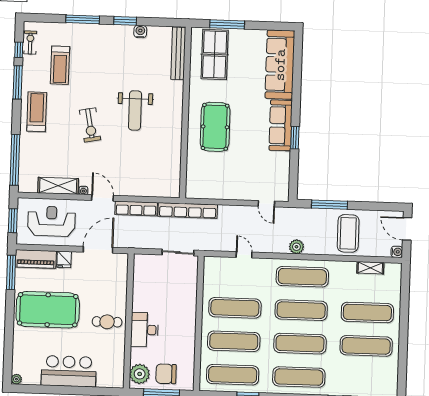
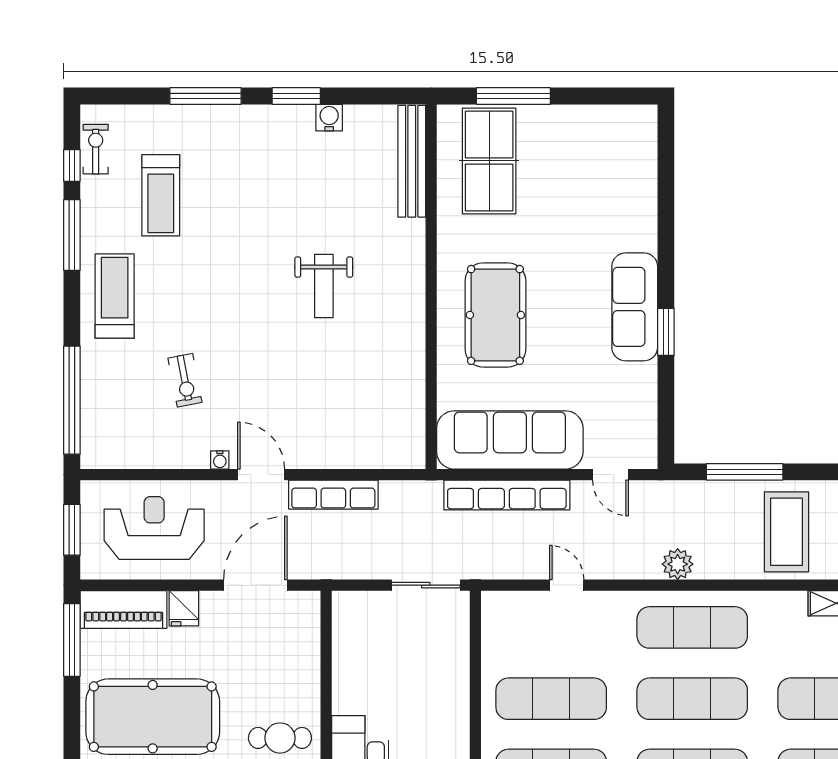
sofa: (280, 65) -> (510, 440), moved, turned 90
weight bench: (135, 110) -> (324, 286), width x0.73, depth x0.75
exercise bike: (90, 125) -> (185, 380), moved, width x0.73, depth x0.72
shelving: (58, 186) -> (166, 452), removed
row of seats: (188, 210) -> (507, 495), moved

